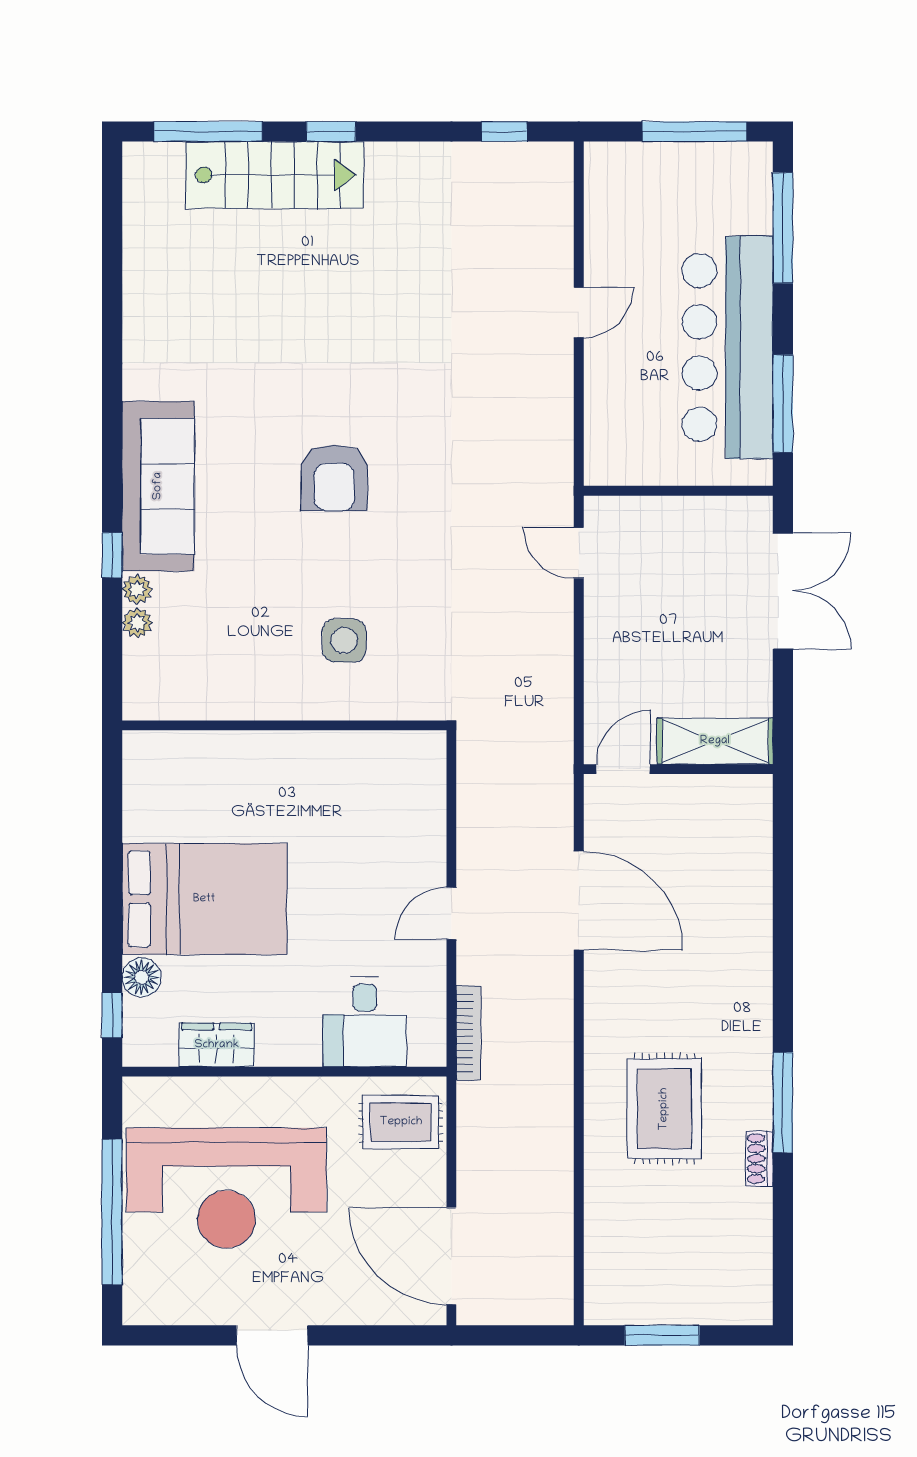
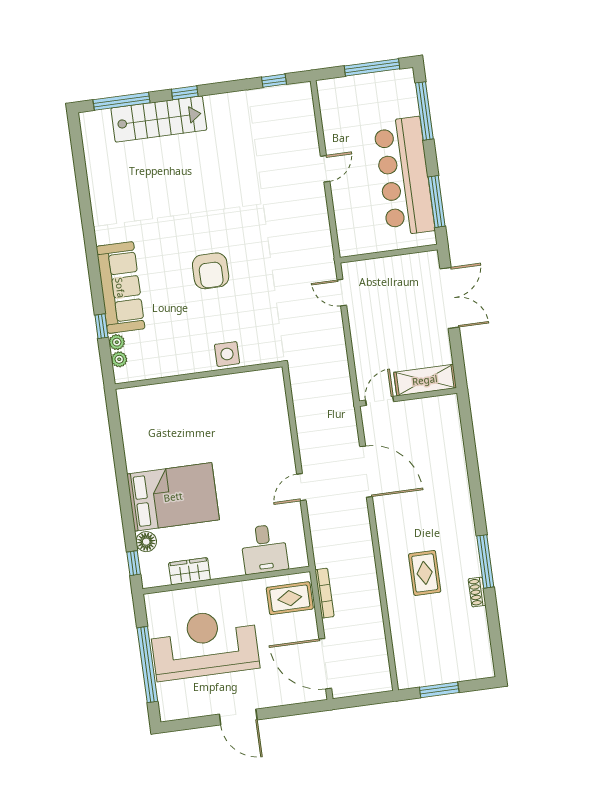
wall: (284, 725) -> (199, 375), moved
bookcase: (468, 1033) -> (325, 593), moved
rug: (664, 1109) -> (425, 573), width x0.73, depth x0.70
reception desk: (226, 1188) -> (205, 644), turned 180

